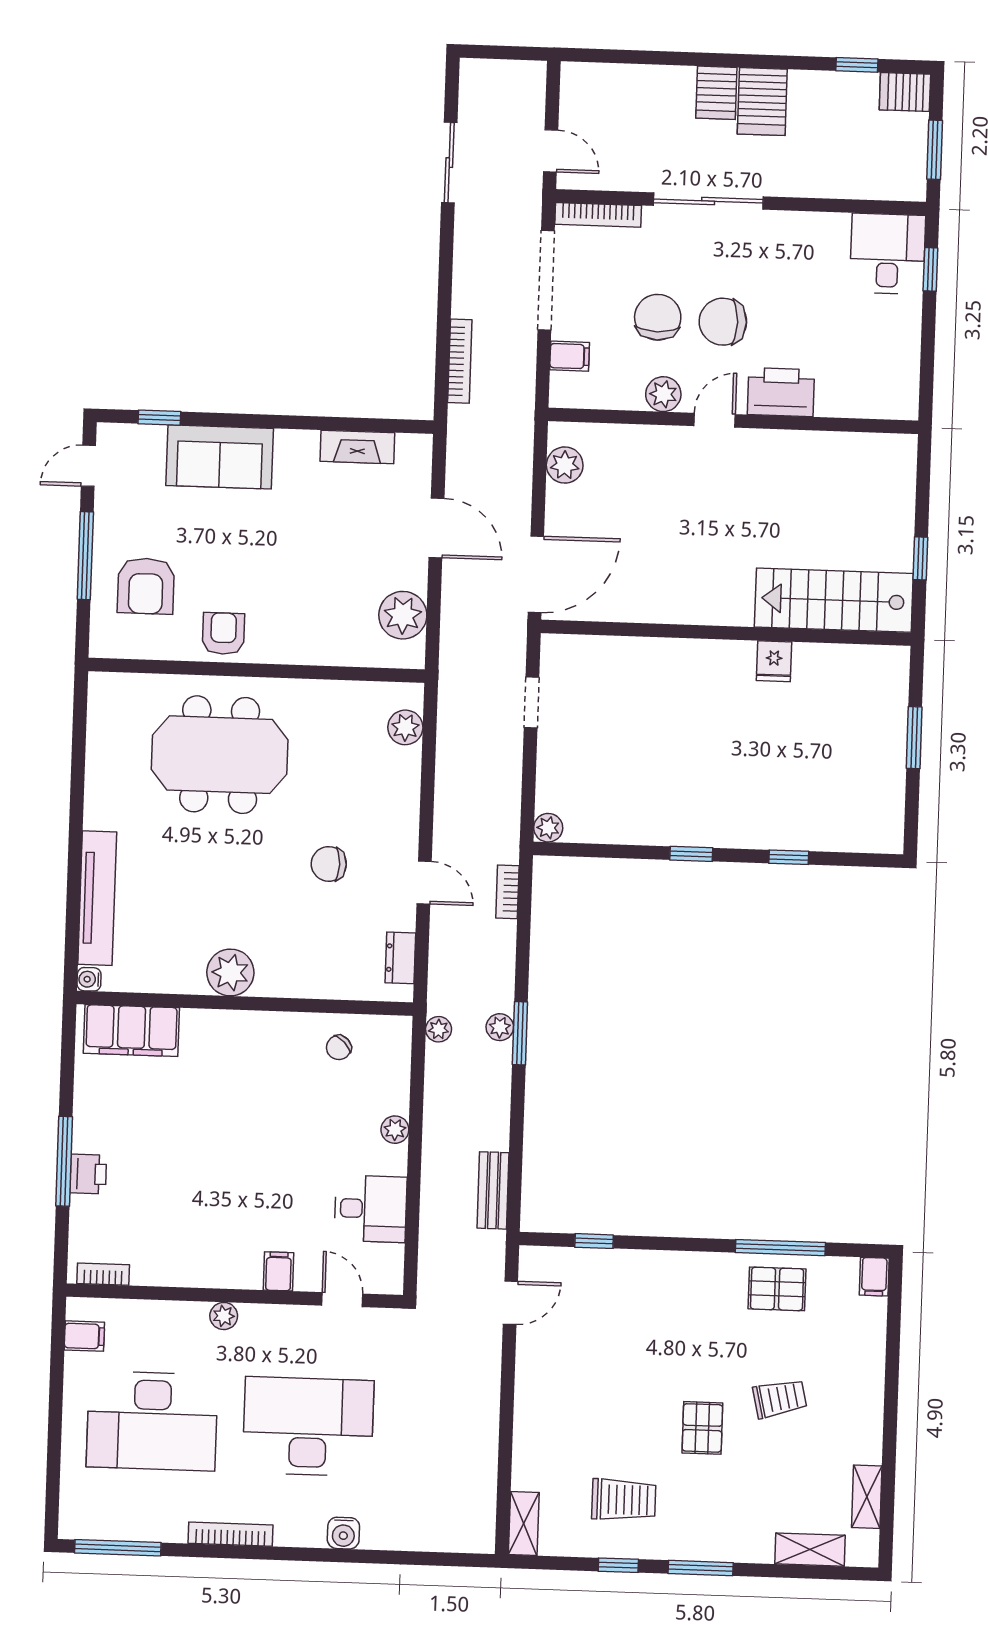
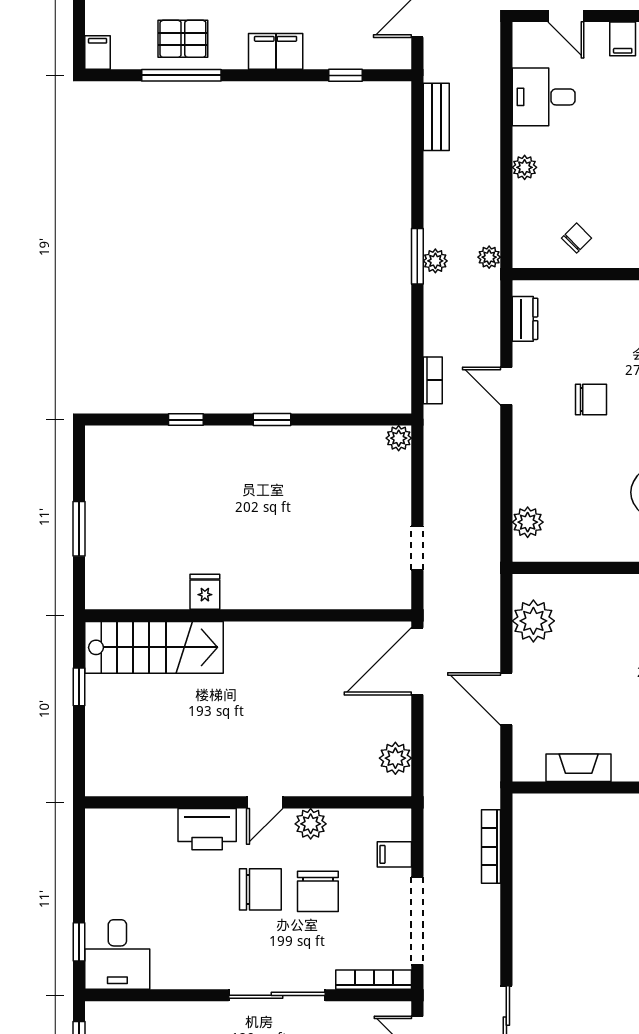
filing cabinet: (672, 1271) -> (276, 51), added

